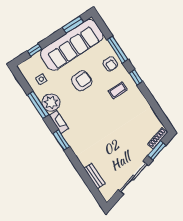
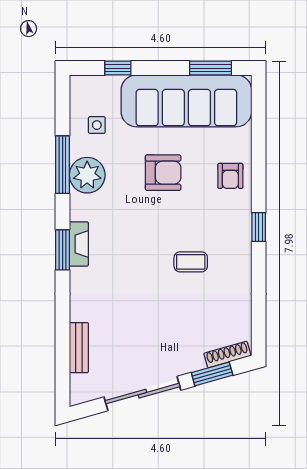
window: (117, 49) -> (259, 159), removed
coffee table: (118, 90) -> (191, 262), moved
fireplace: (59, 122) -> (79, 244), moved

